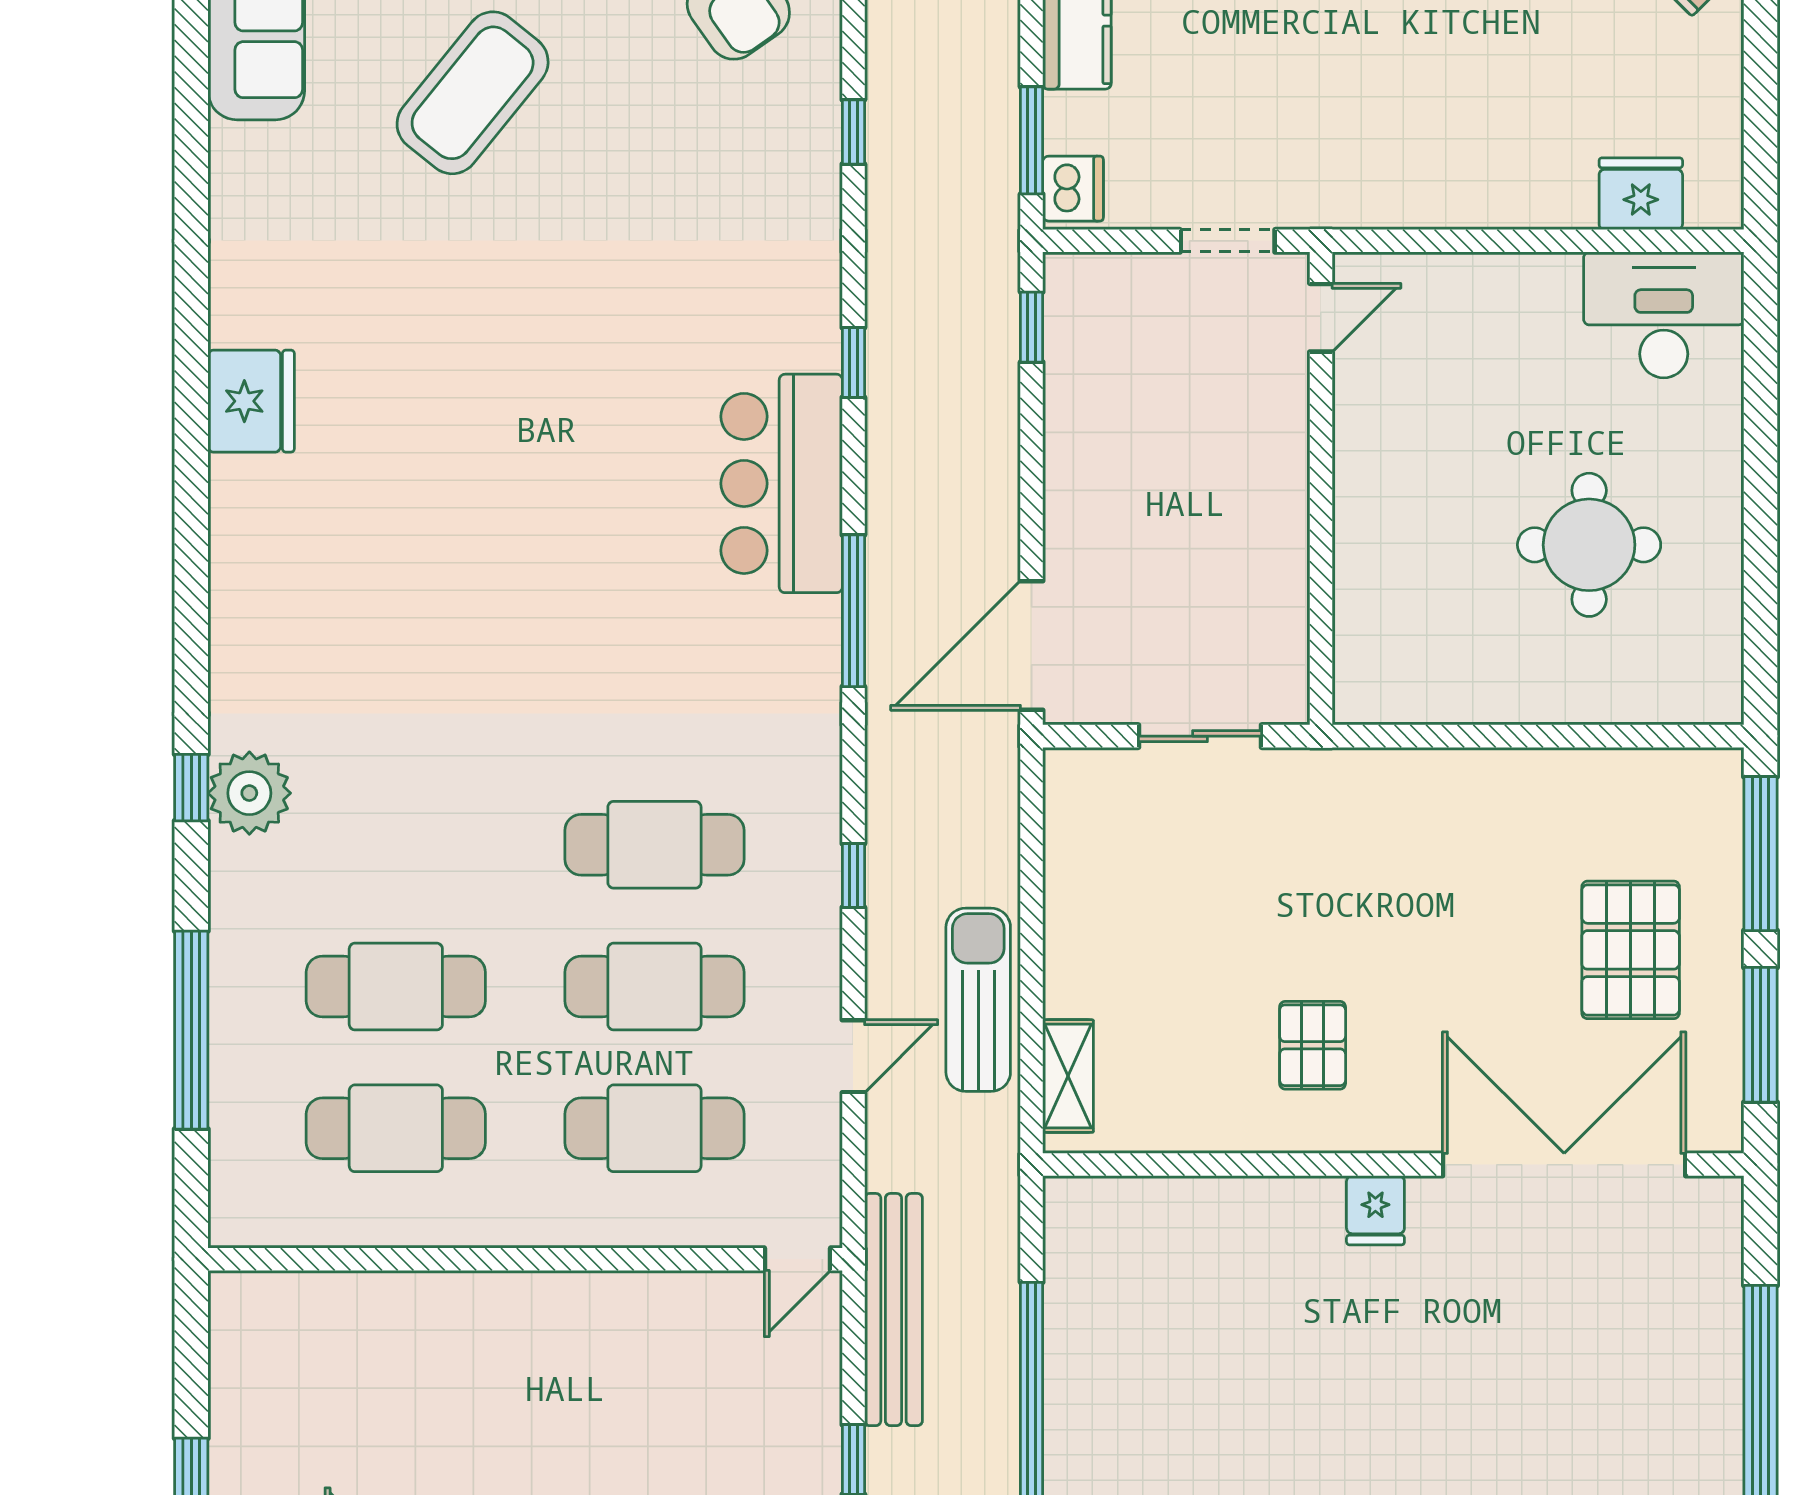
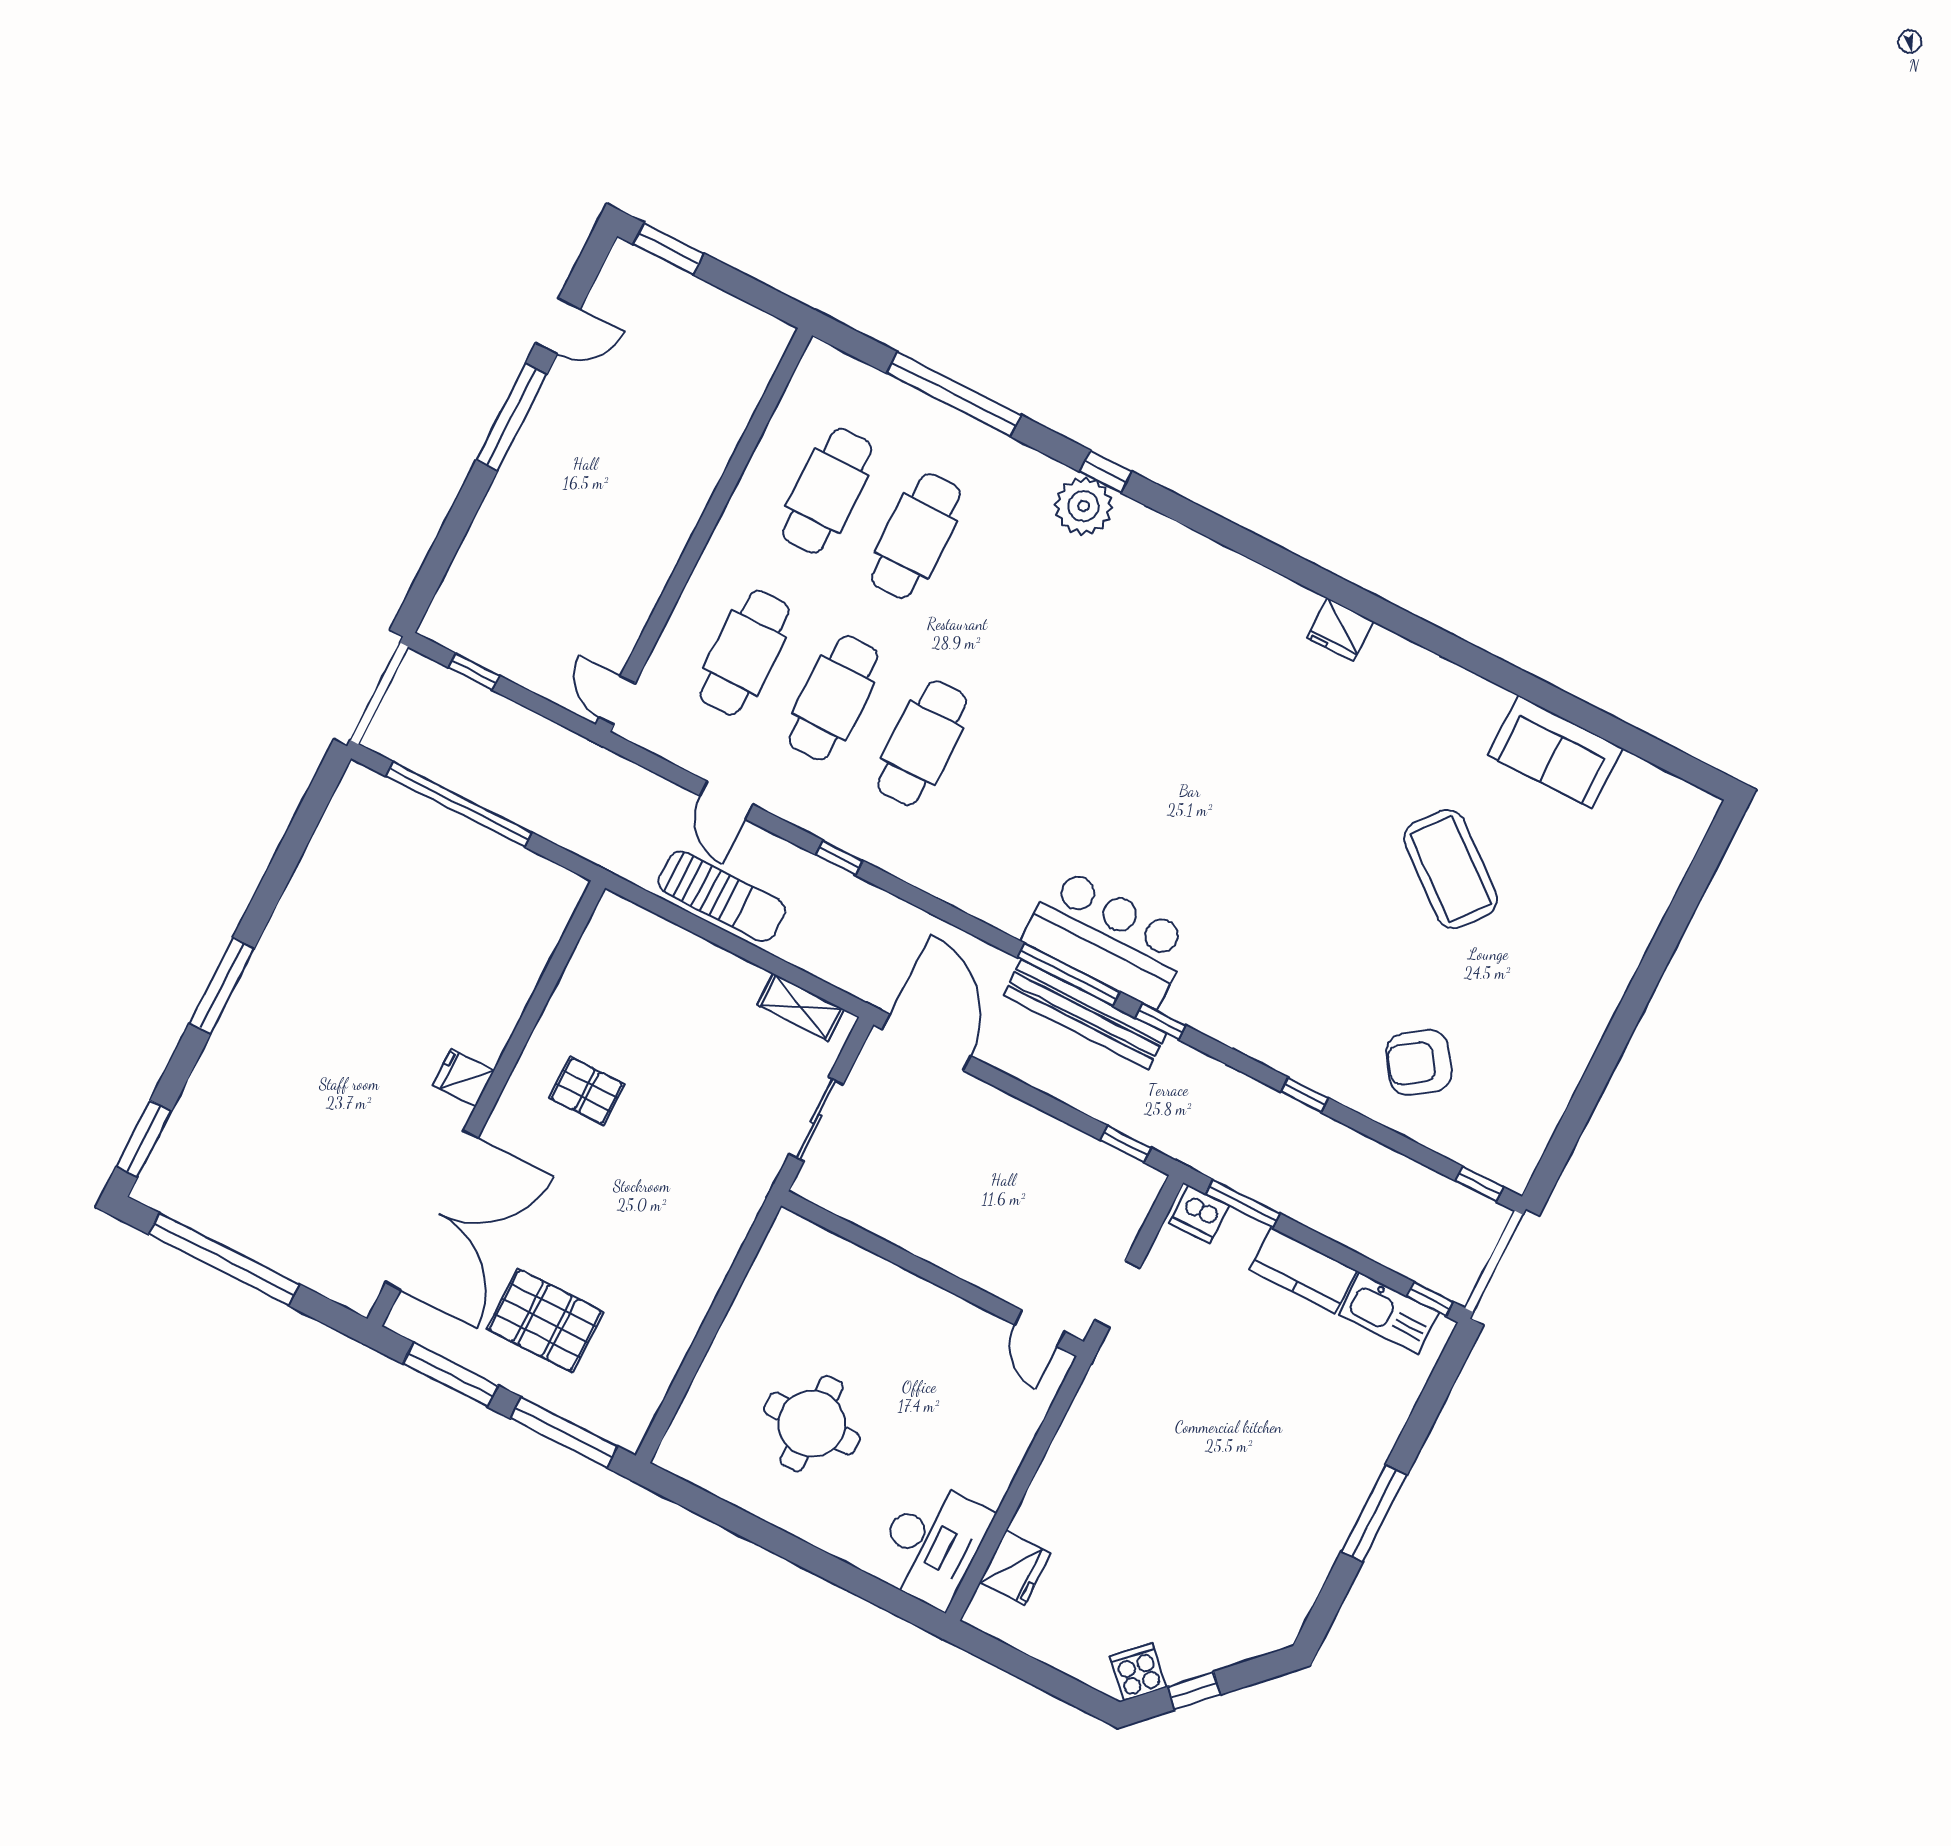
fridge: (251, 401) -> (1340, 630), width x0.73, depth x0.75
window: (853, 611) -> (1069, 975), moved
shelving: (1068, 1076) -> (801, 1007), moved
bench: (893, 1310) -> (1085, 1014), moved

